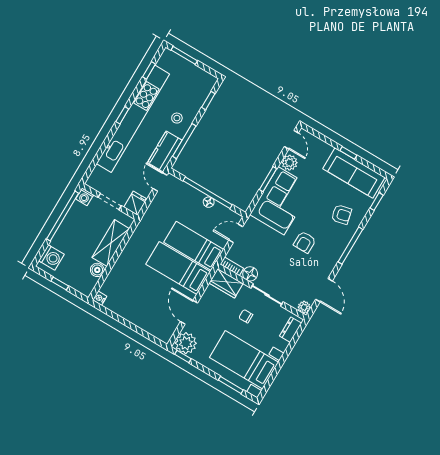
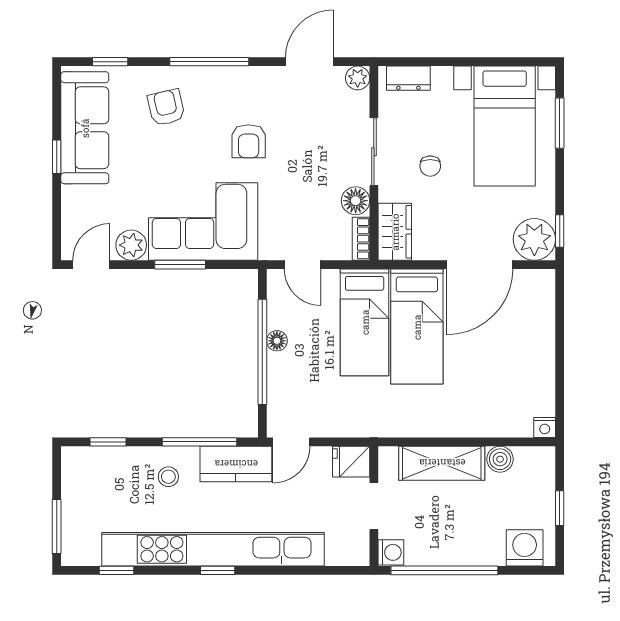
armchair: (305, 242) -> (249, 141), turned 90
door: (189, 312) -> (480, 265), width x1.36

